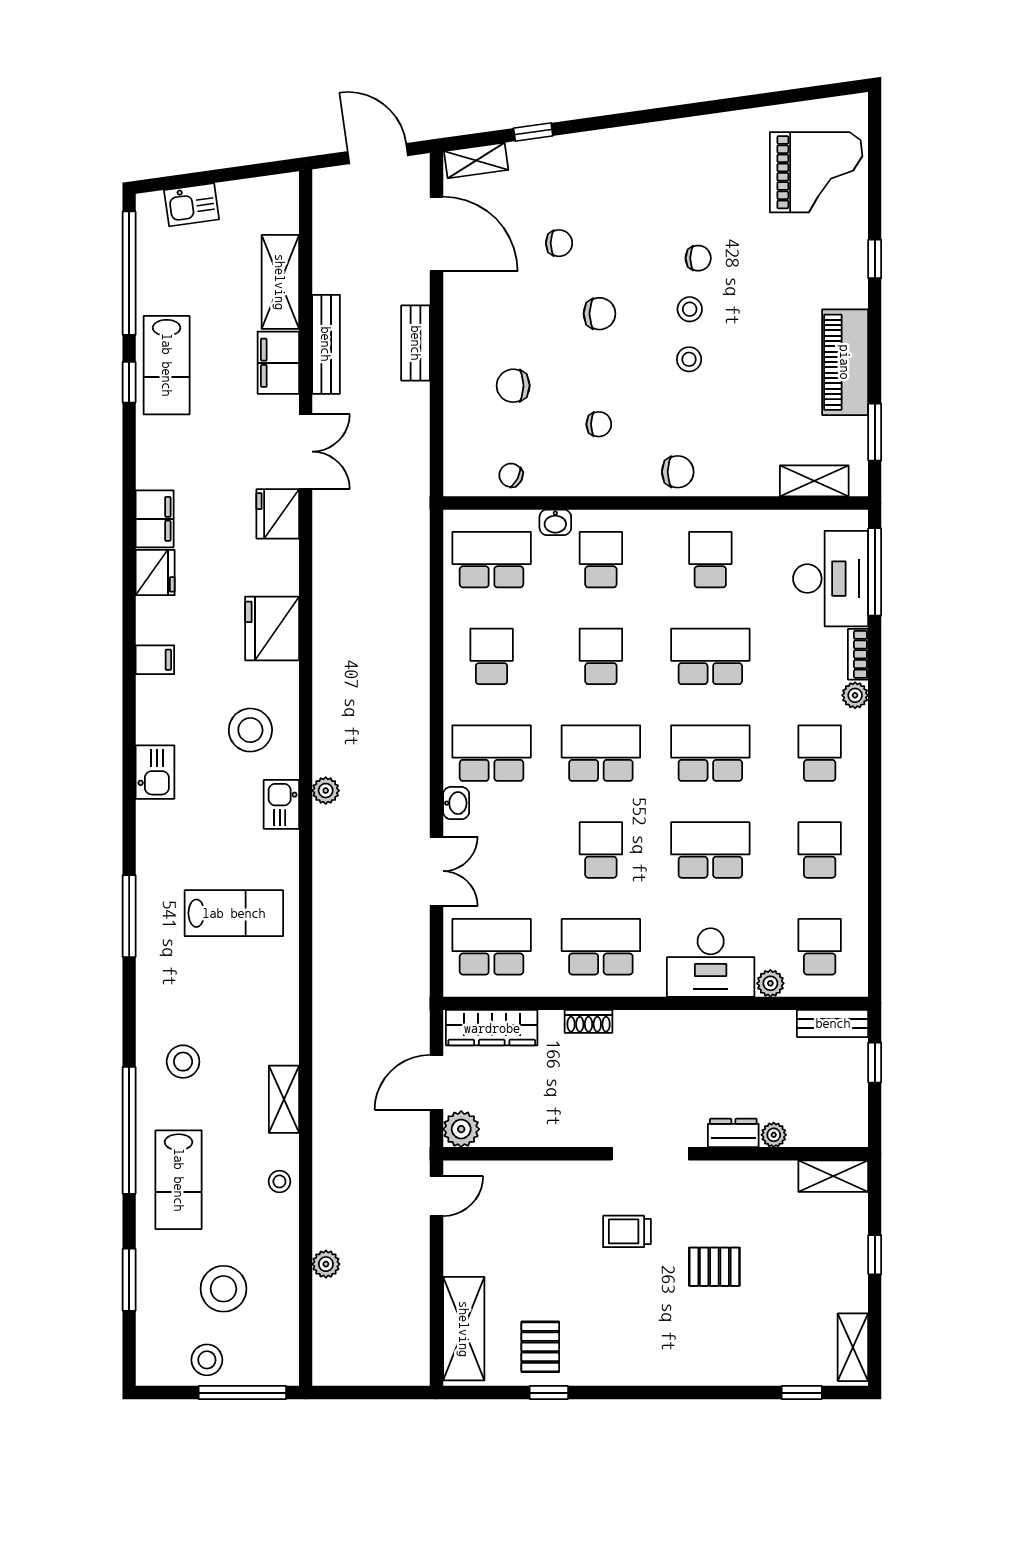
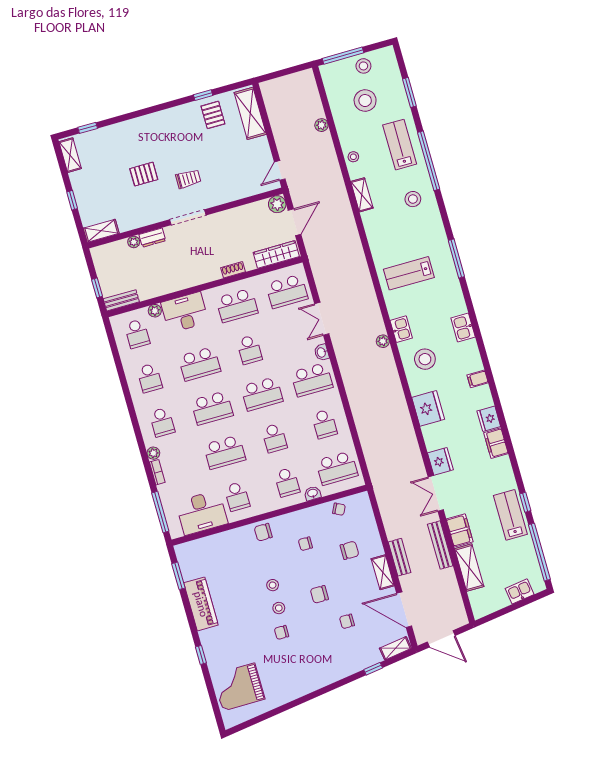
shelving: (814, 481) -> (383, 572), moved, turned 90
desk: (831, 579) -> (202, 513), moved, turned -90

